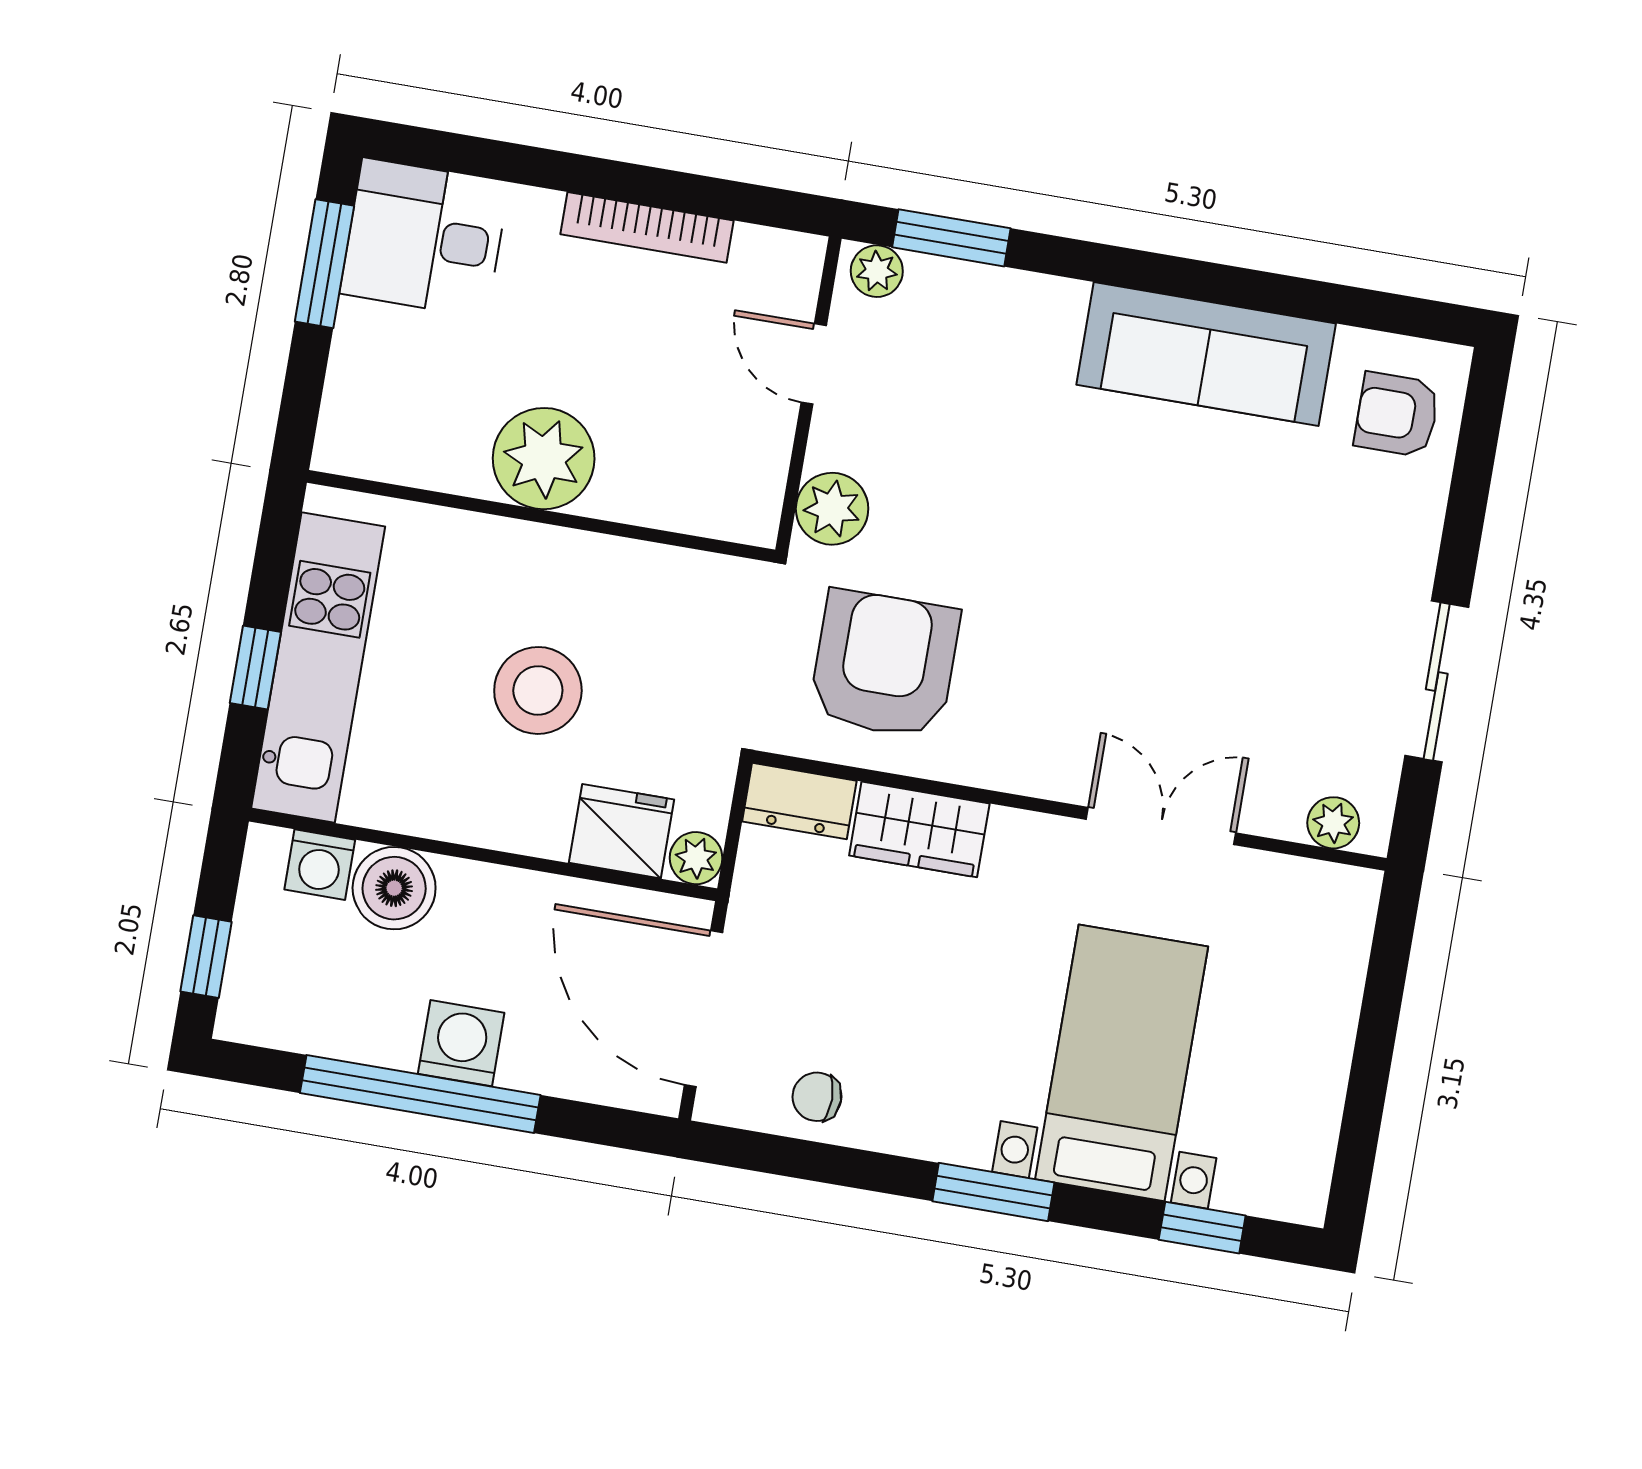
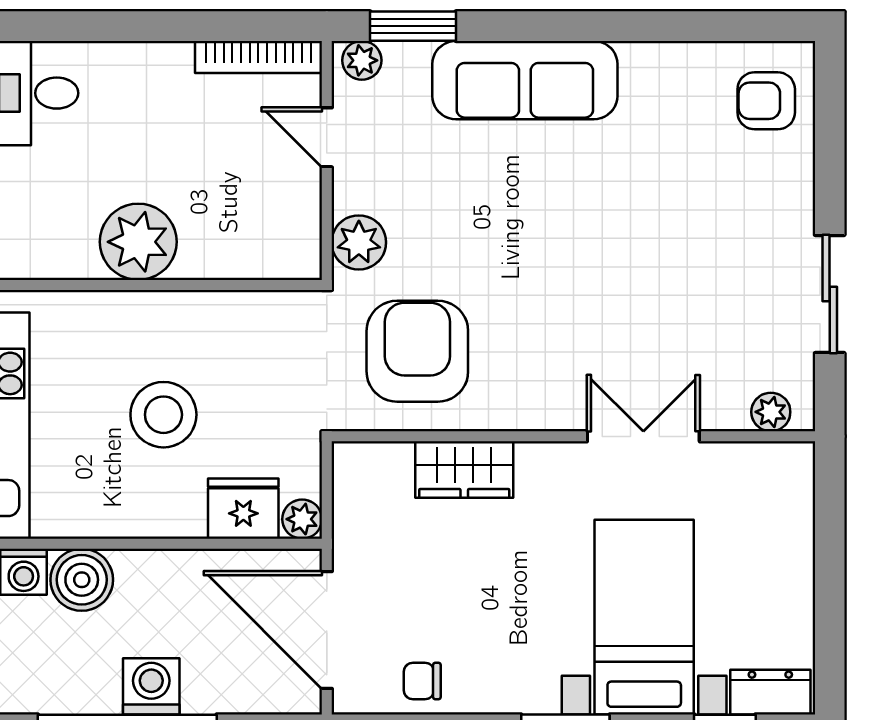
bookcase: (647, 227) -> (258, 57), moved
sofa: (1206, 354) -> (525, 80), moved
dresser: (799, 801) -> (770, 692), moved, turned 180

